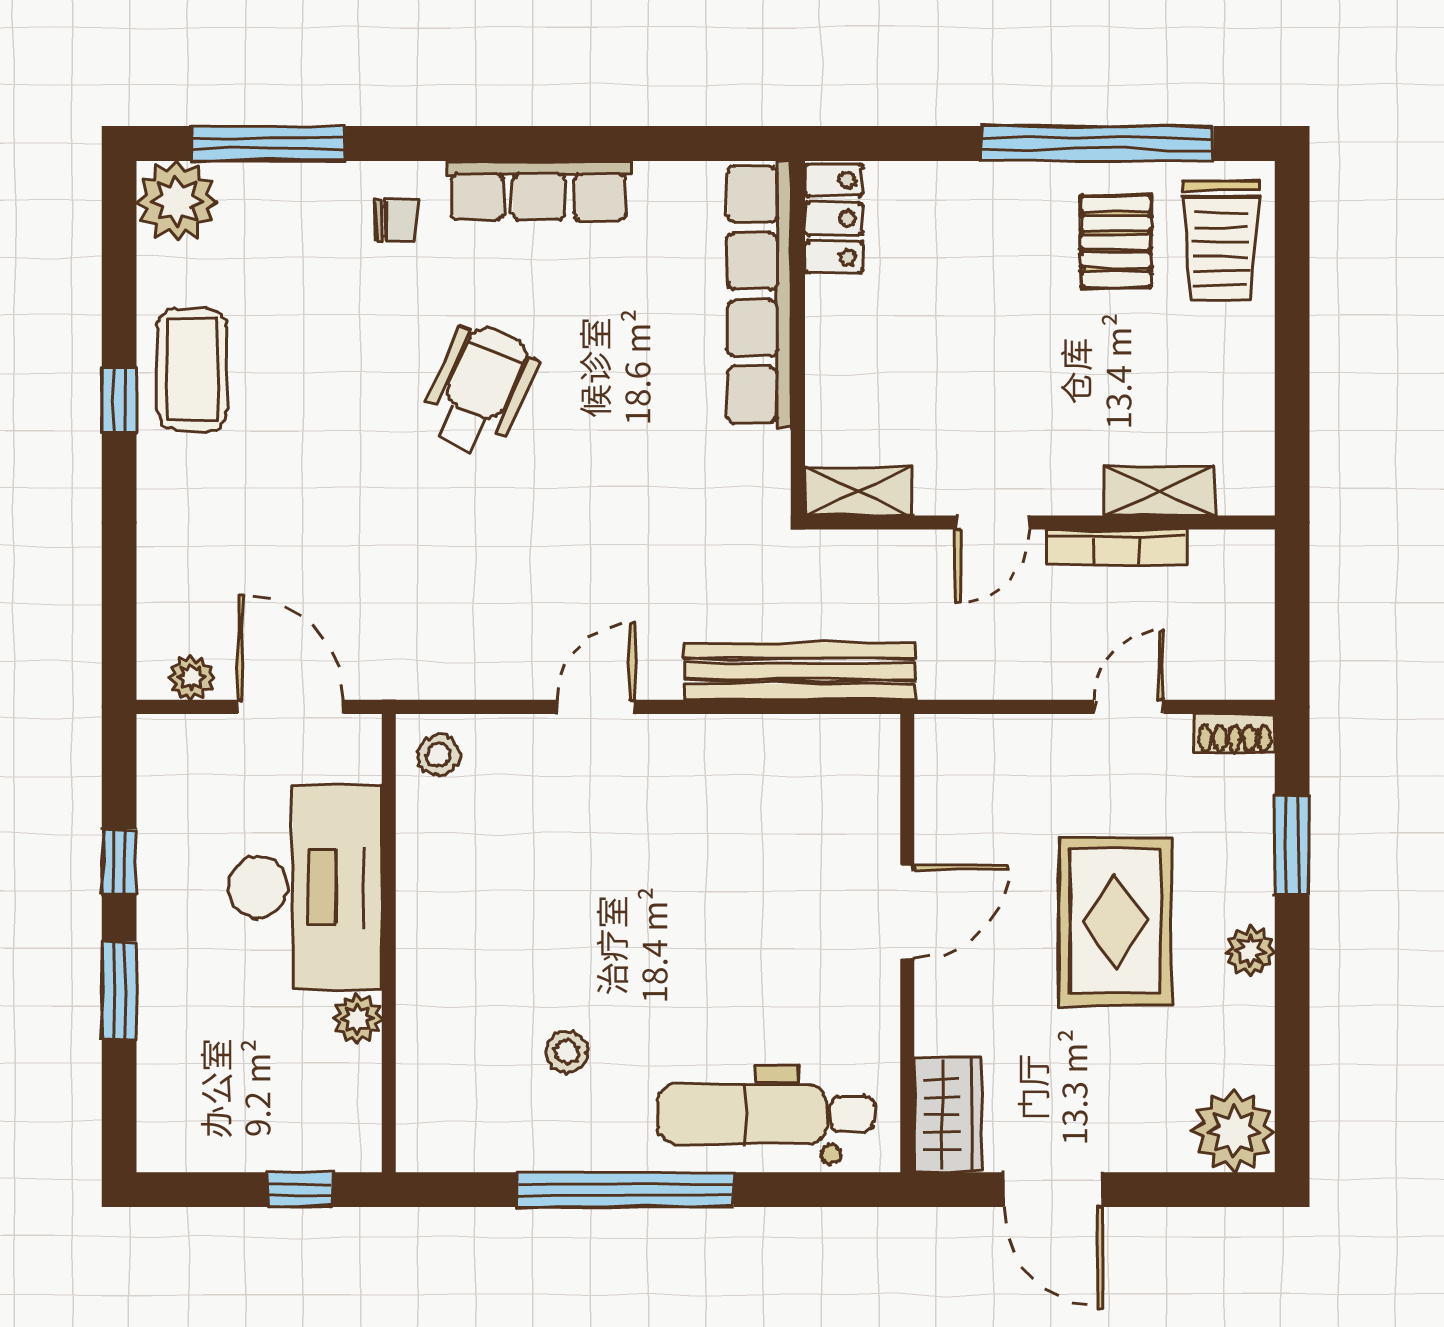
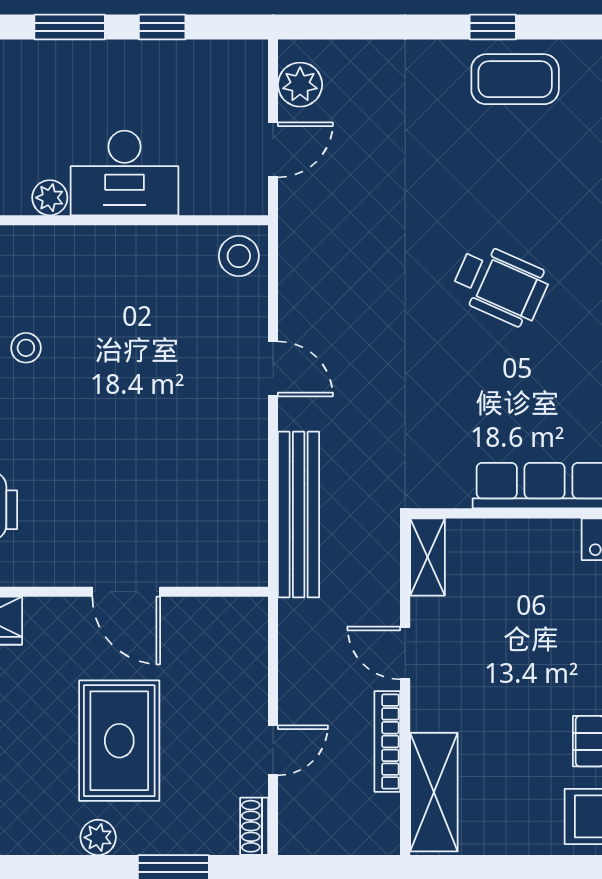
shelving: (1159, 491) -> (434, 792), width x1.50, depth x1.33
plant: (191, 678) -> (300, 85), width x1.38, depth x1.38
door: (291, 707) -> (273, 150), width x0.73
door: (1129, 707) -> (273, 750), hinge flipped
stool: (439, 755) -> (239, 256), width x1.37, depth x1.37
desk: (305, 887) -> (125, 173), width x0.73, depth x0.77
rug: (1115, 921) -> (119, 741), turned 90

